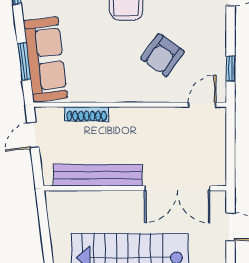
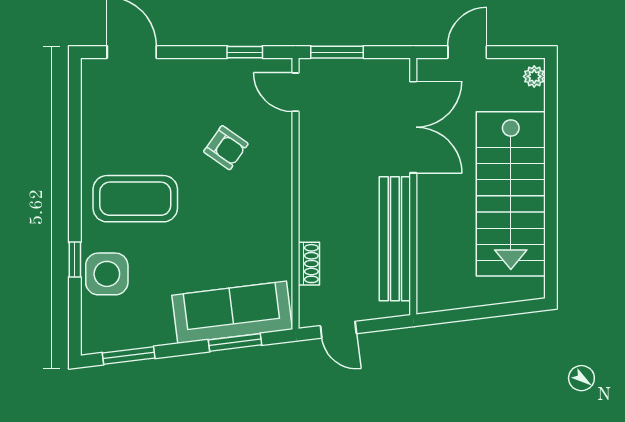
armchair: (163, 55) -> (226, 148), width x0.72, depth x0.72
shoe rack: (87, 114) -> (309, 264), width x0.70
window: (231, 134) -> (337, 52), added

